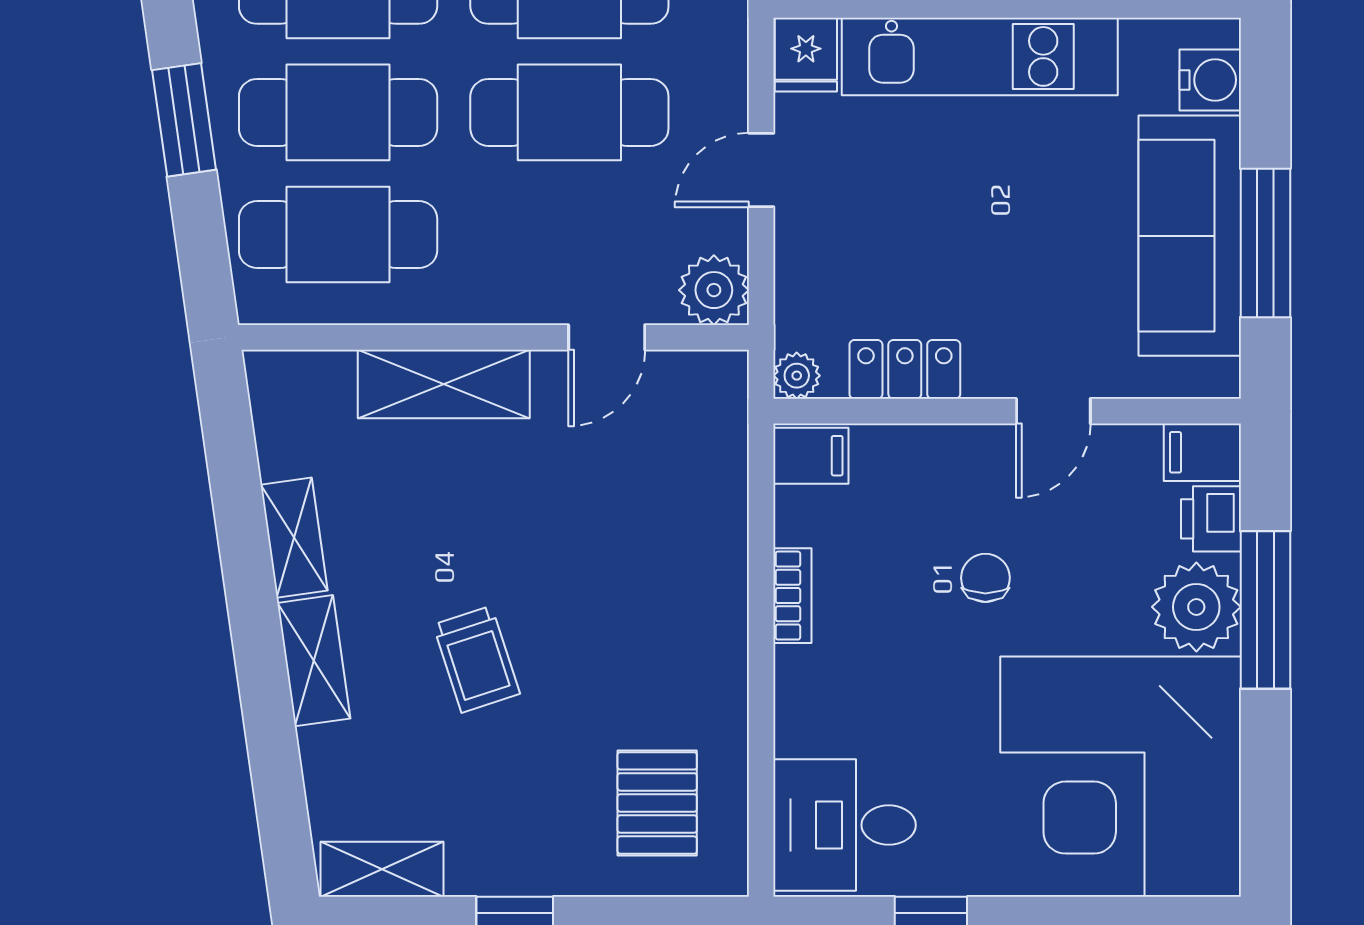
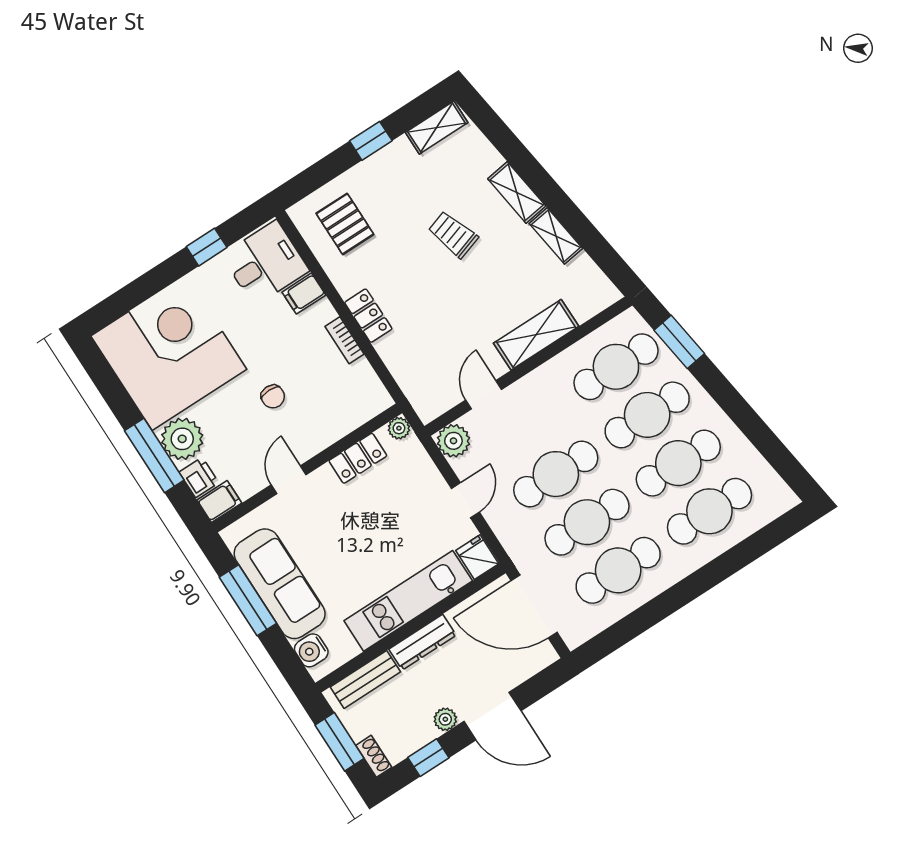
window: (184, 120) -> (679, 342), moved
filing cabinet: (811, 456) -> (304, 294), moved
locker: (721, 612) -> (368, 316), added

